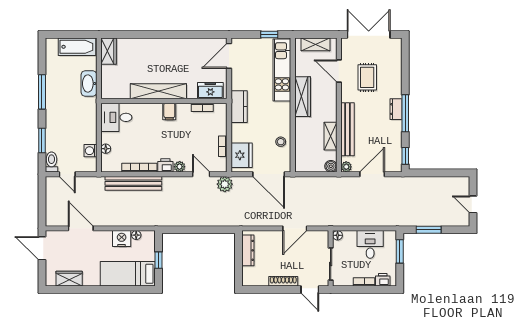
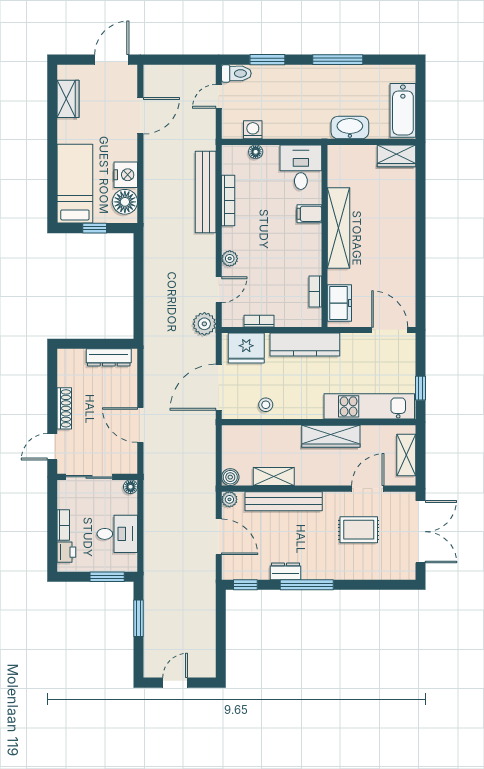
kitchen counter: (239, 107) -> (305, 344), width x1.50
dresser: (396, 109) -> (286, 571), moved
filing cabinet: (169, 112) -> (309, 214), moved
printer: (165, 165) -> (231, 238), removed
floor lamp: (136, 235) -> (125, 202), width x1.89, depth x1.89

